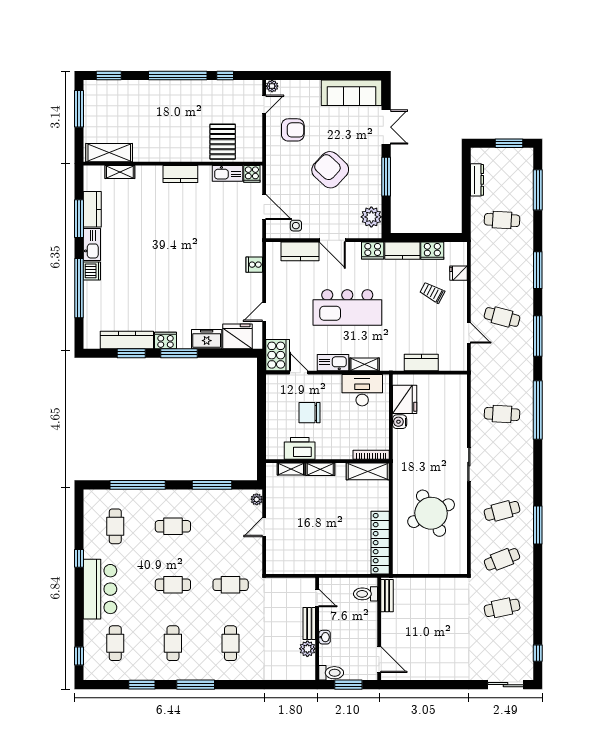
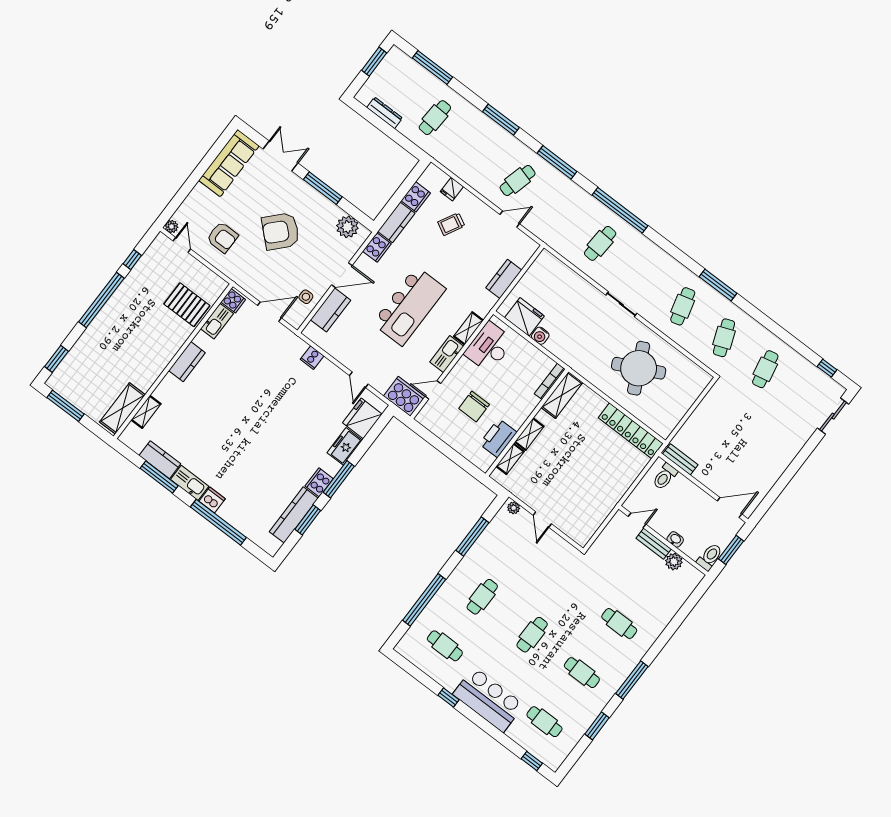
armchair: (293, 130) -> (222, 237), turned 90
cafe table: (231, 585) -> (569, 586), removed

